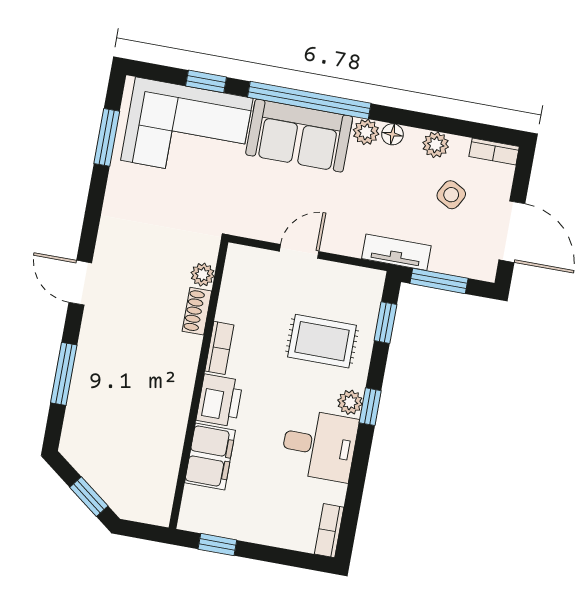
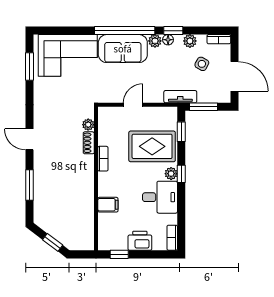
window: (206, 81) -> (173, 31), moved
rug: (322, 341) -> (152, 146), width x1.36, depth x1.43
printer: (220, 400) -> (140, 241), moved, turned -90
filing cabinet: (210, 456) -> (108, 205), width x0.50

